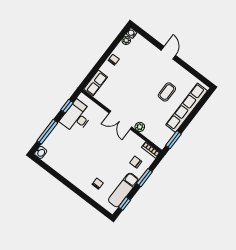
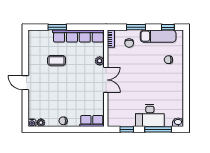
door: (168, 53) -> (25, 83), hinge flipped
row of seats: (187, 108) -> (78, 36), moved
desk: (77, 117) -> (150, 115), moved
window: (174, 140) -> (57, 27), moved

